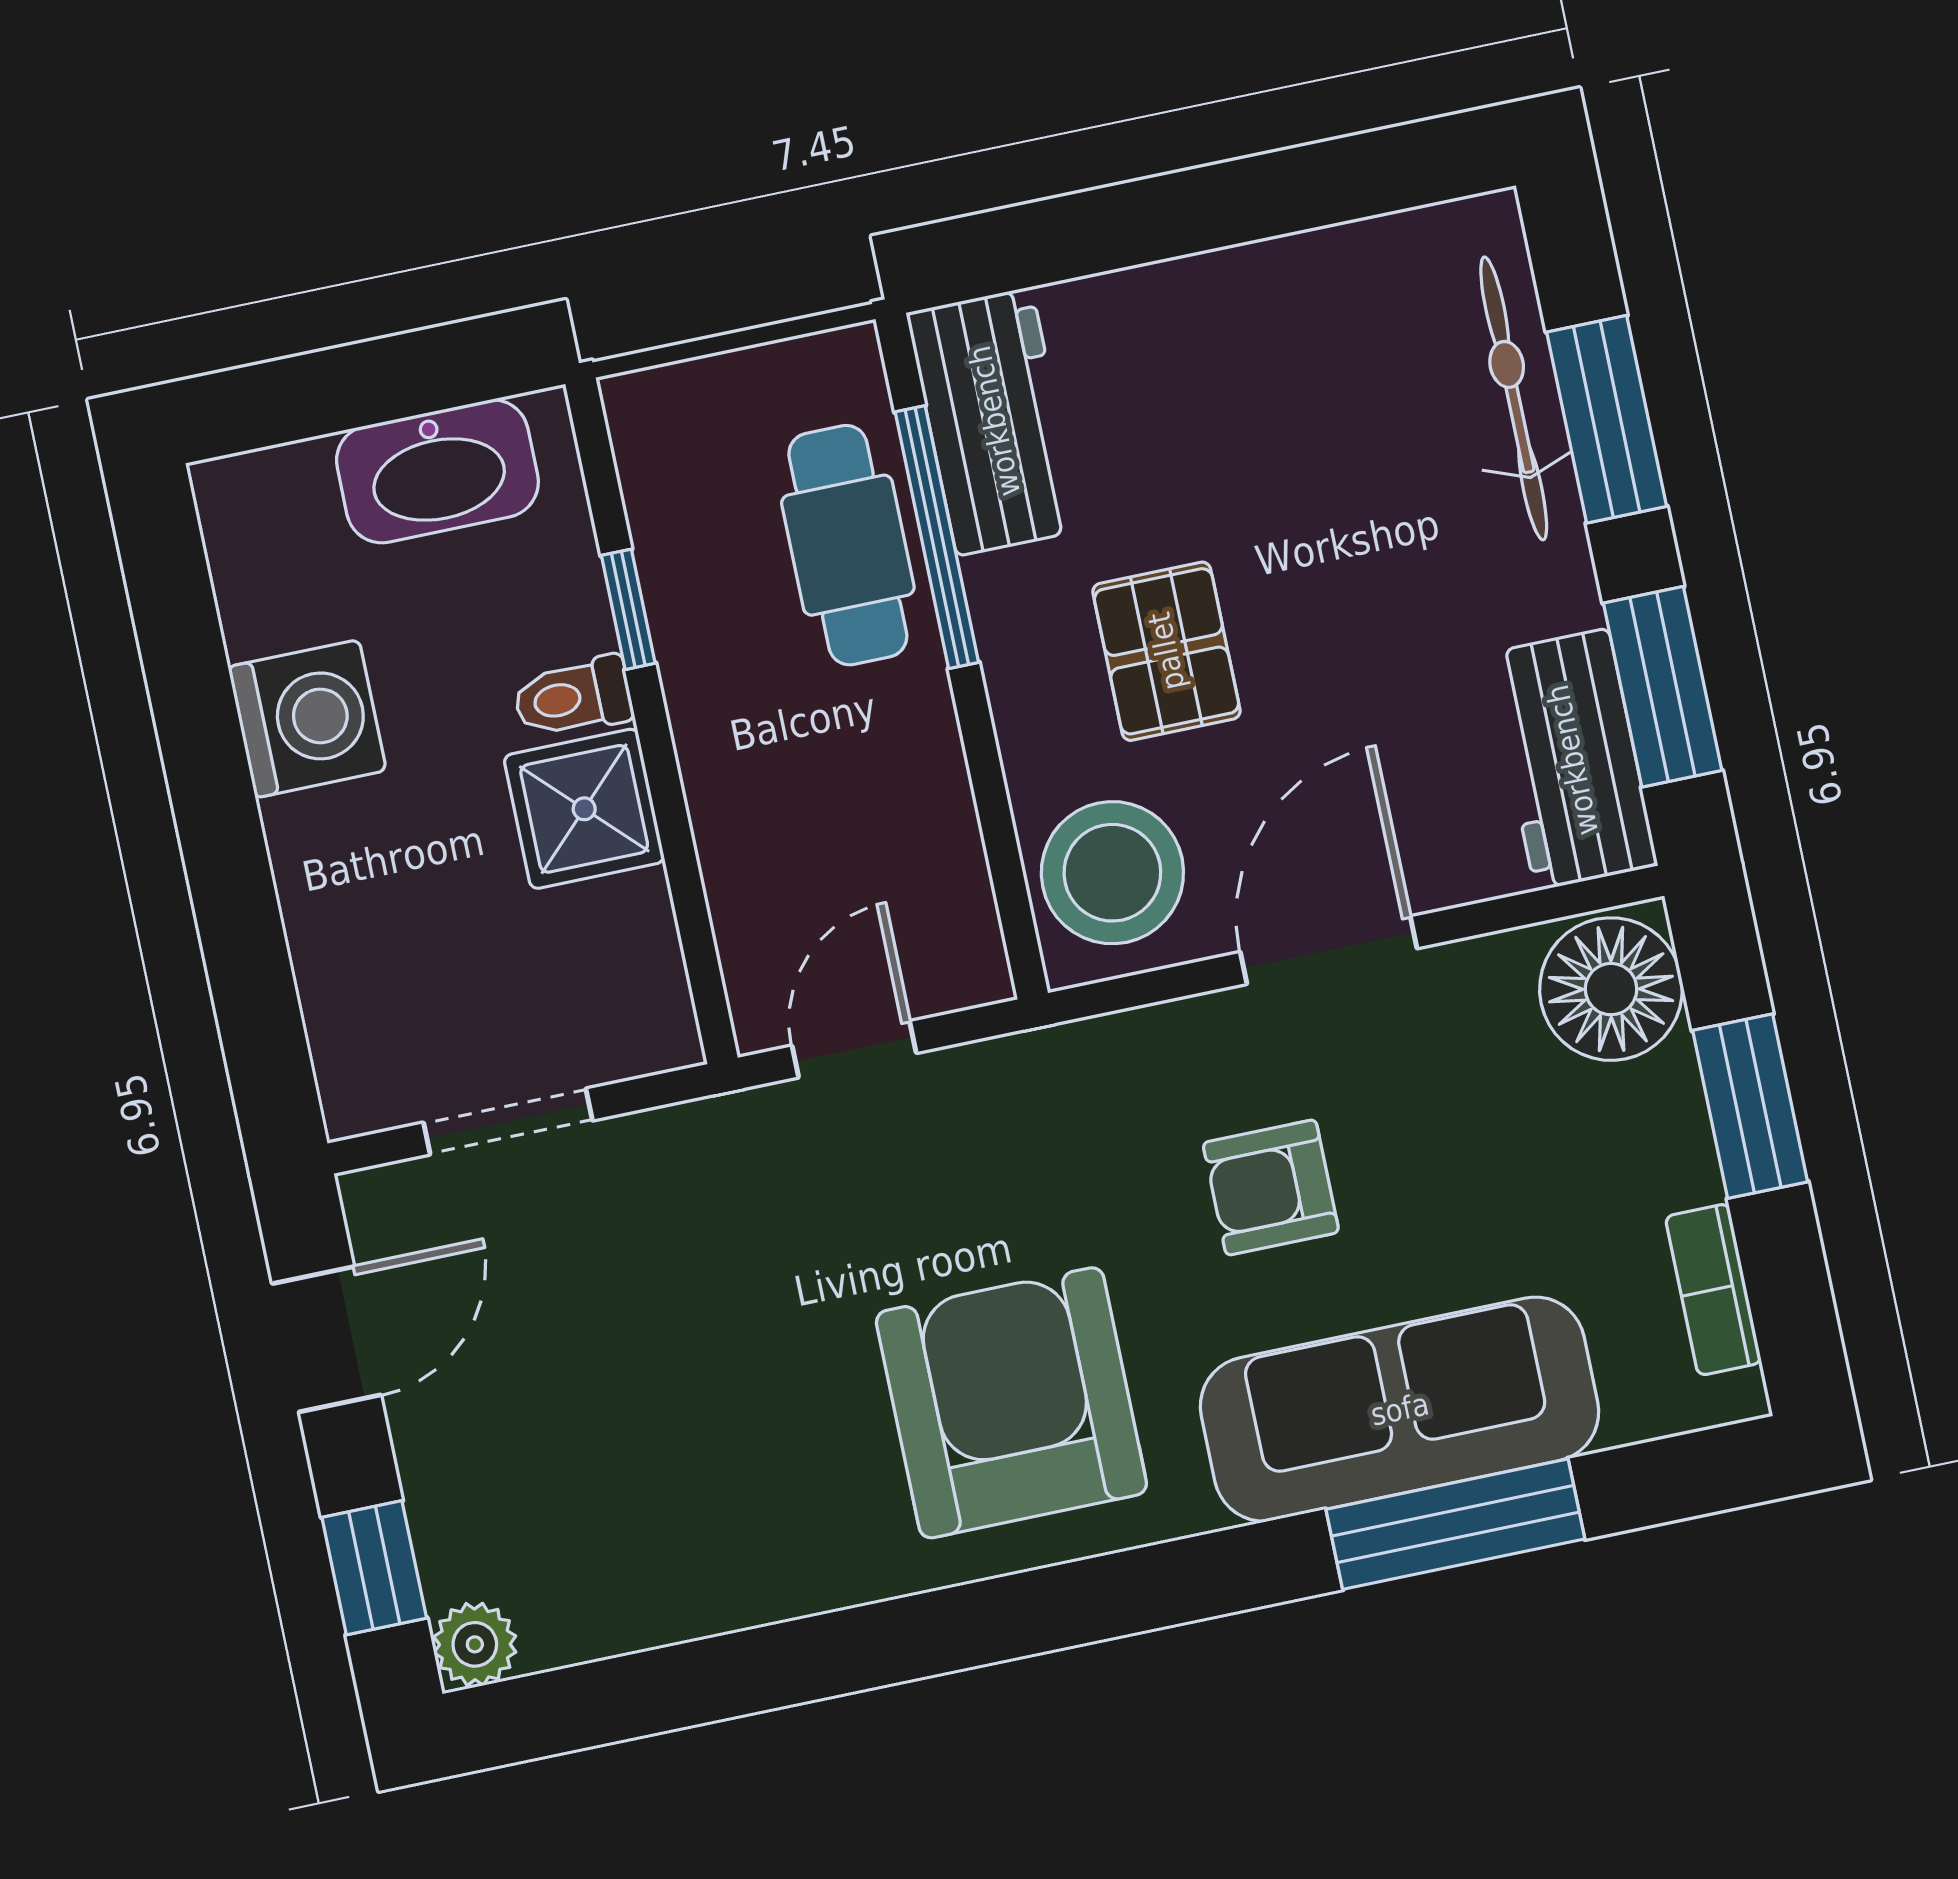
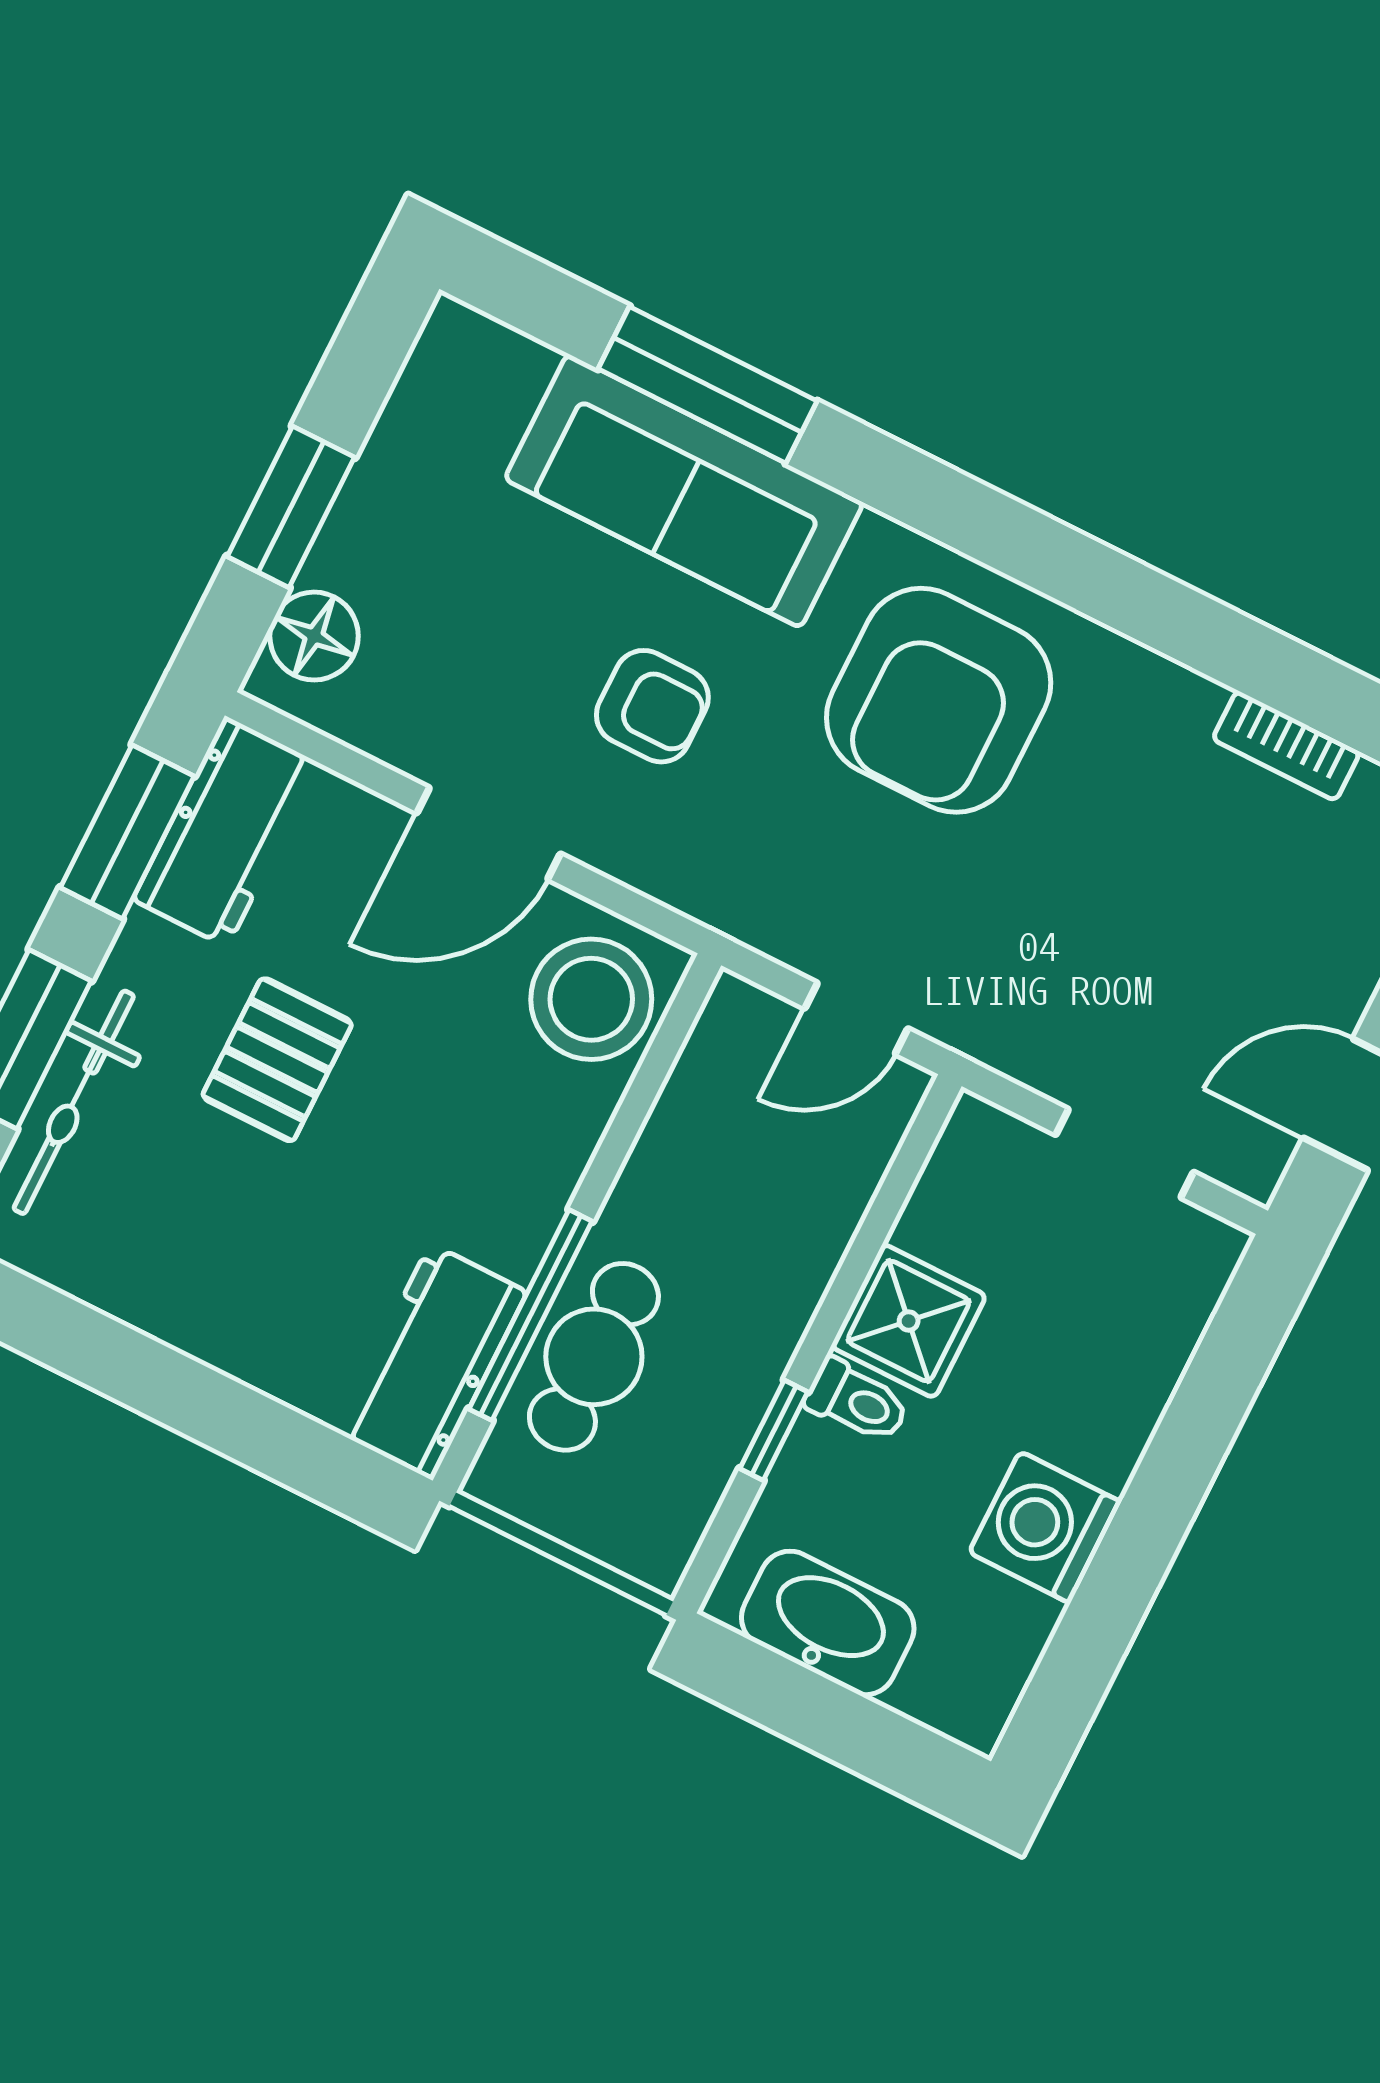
pallet: (1166, 651) -> (277, 1060), moved
floor lamp: (1611, 989) -> (314, 636), width x0.73, depth x0.73
bookcase: (1713, 1290) -> (1286, 746), moved, turned 90

